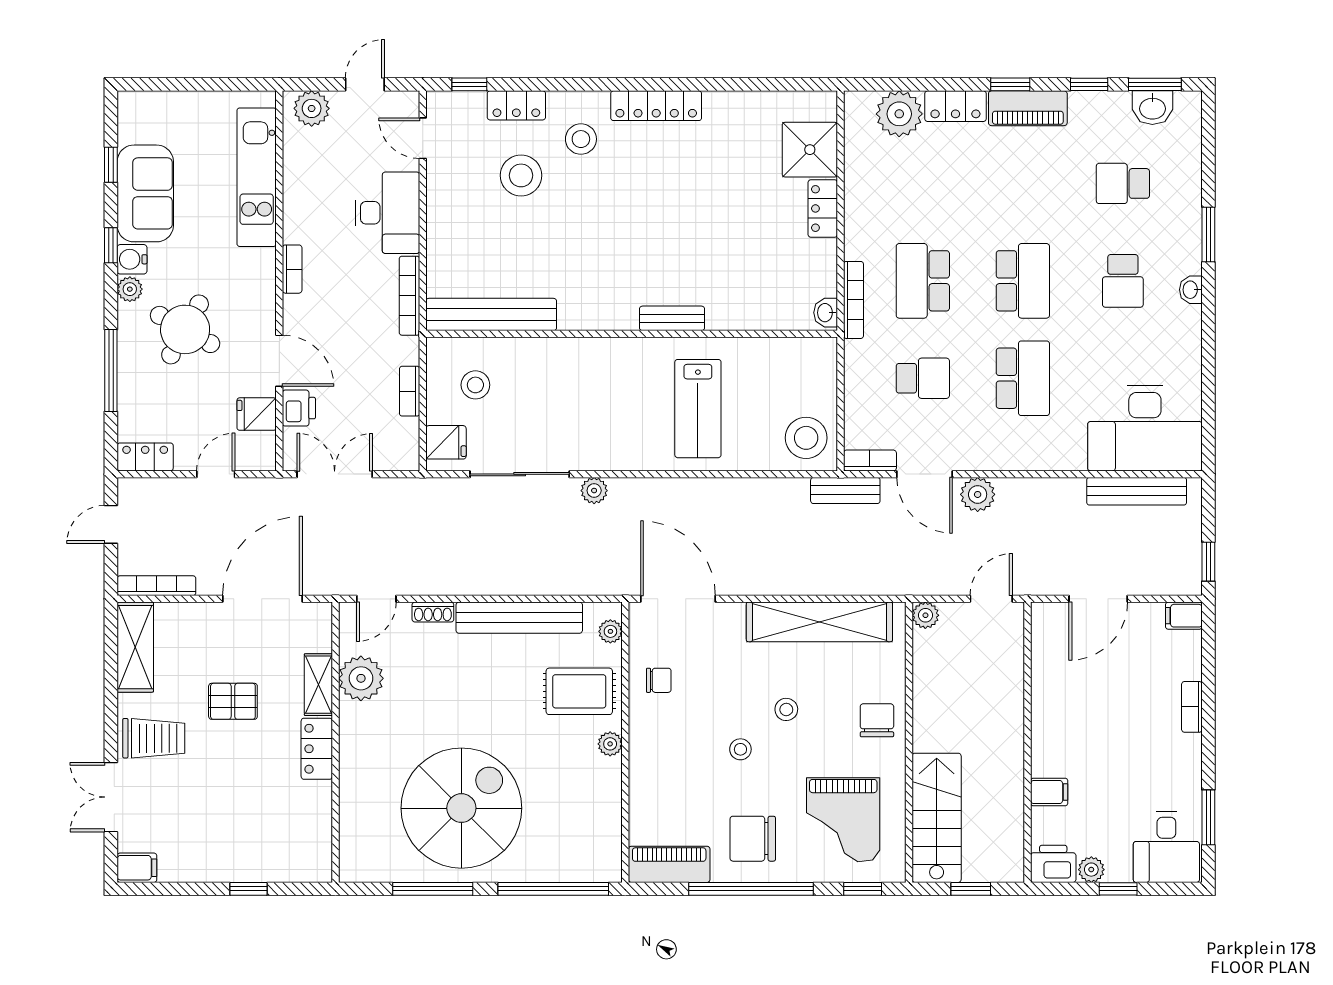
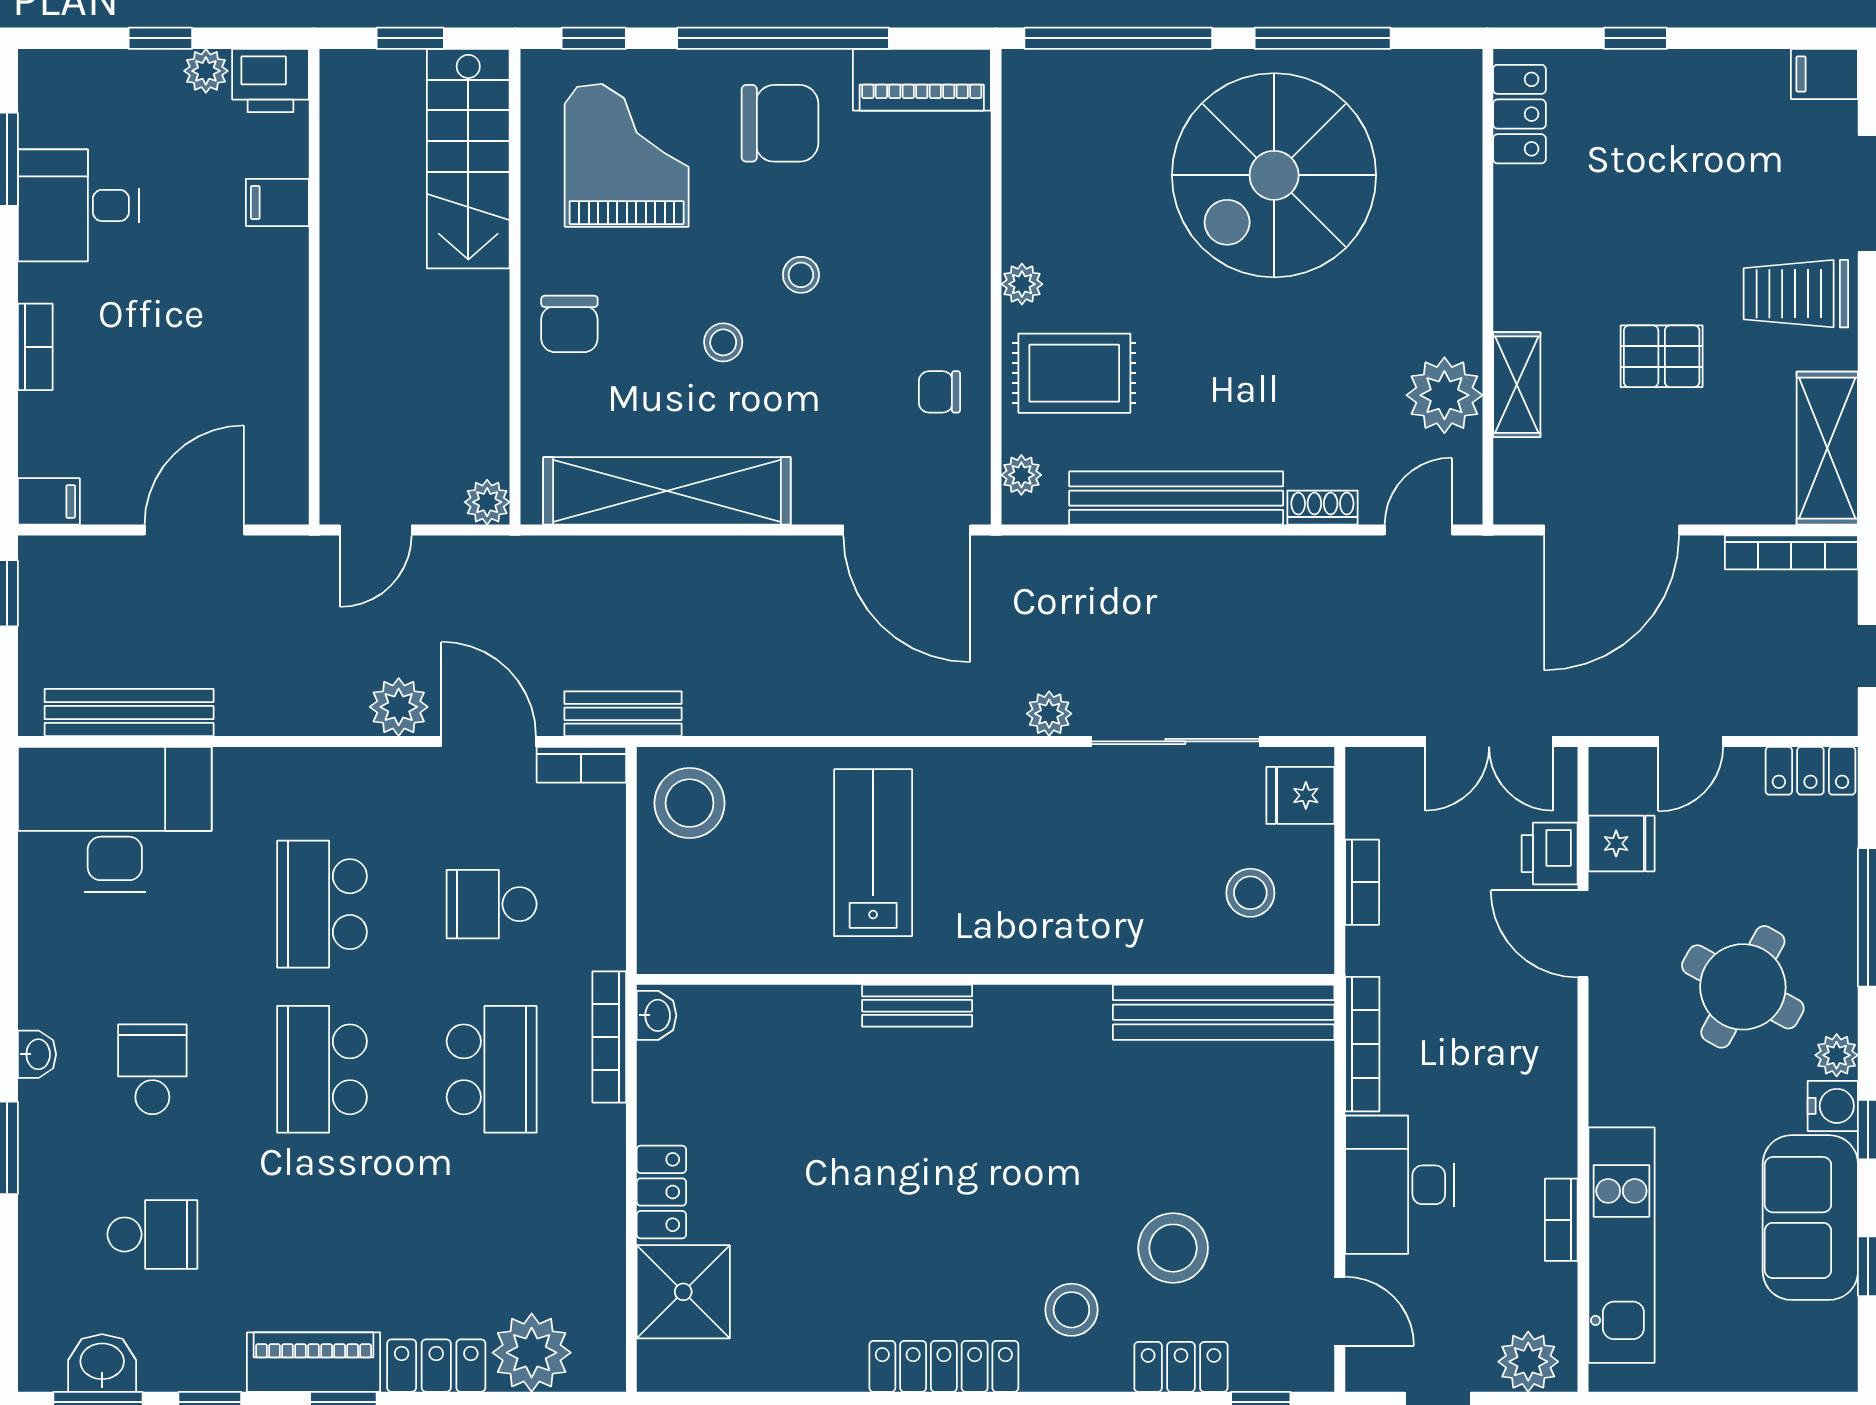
bookcase: (292, 269) -> (1561, 1220), moved
locker: (317, 749) -> (1519, 114), moved
desk: (1166, 847) -> (78, 205), moved, turned -90

